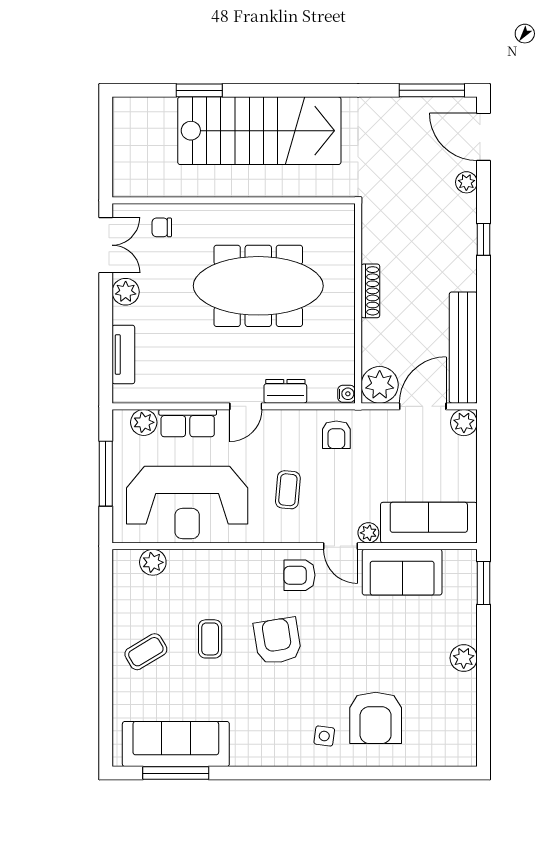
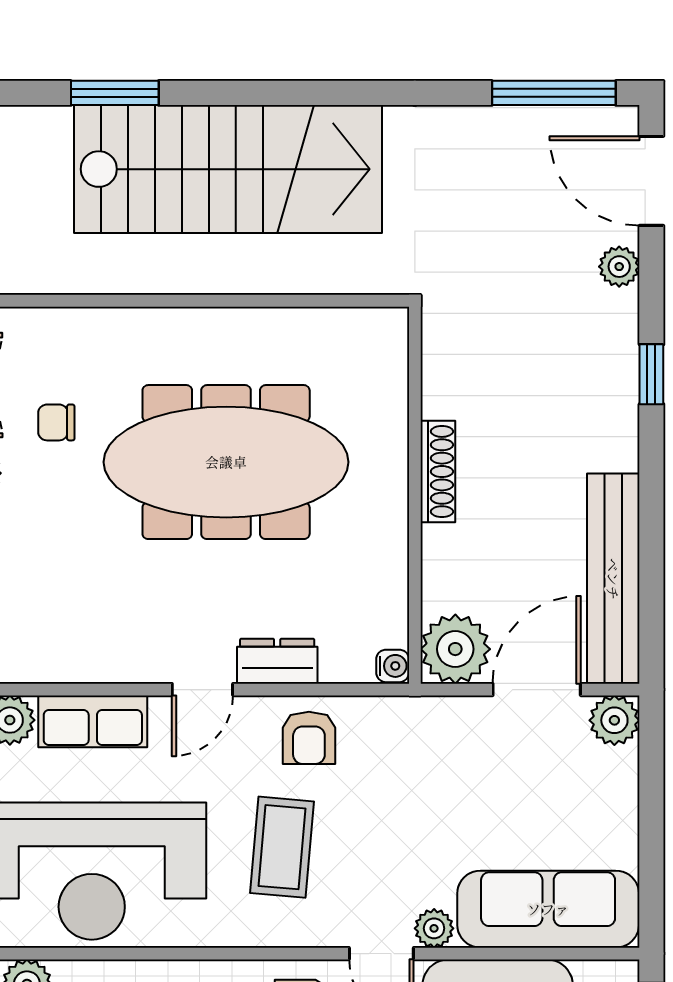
chair: (162, 227) -> (56, 422), moved
armchair: (336, 435) -> (309, 738), moved
coffee table: (288, 490) -> (282, 847), width x1.36, depth x1.30

